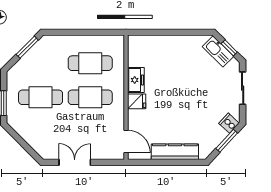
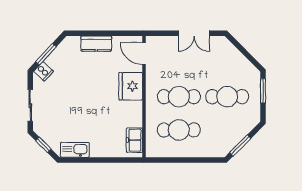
kitchen sink: (218, 51) -> (75, 150), moved, turned -45
freezer: (136, 80) -> (134, 140), moved
fridge: (137, 101) -> (131, 86), width x1.88, depth x1.34
kitchen counter: (175, 152) -> (96, 44), width x0.67

